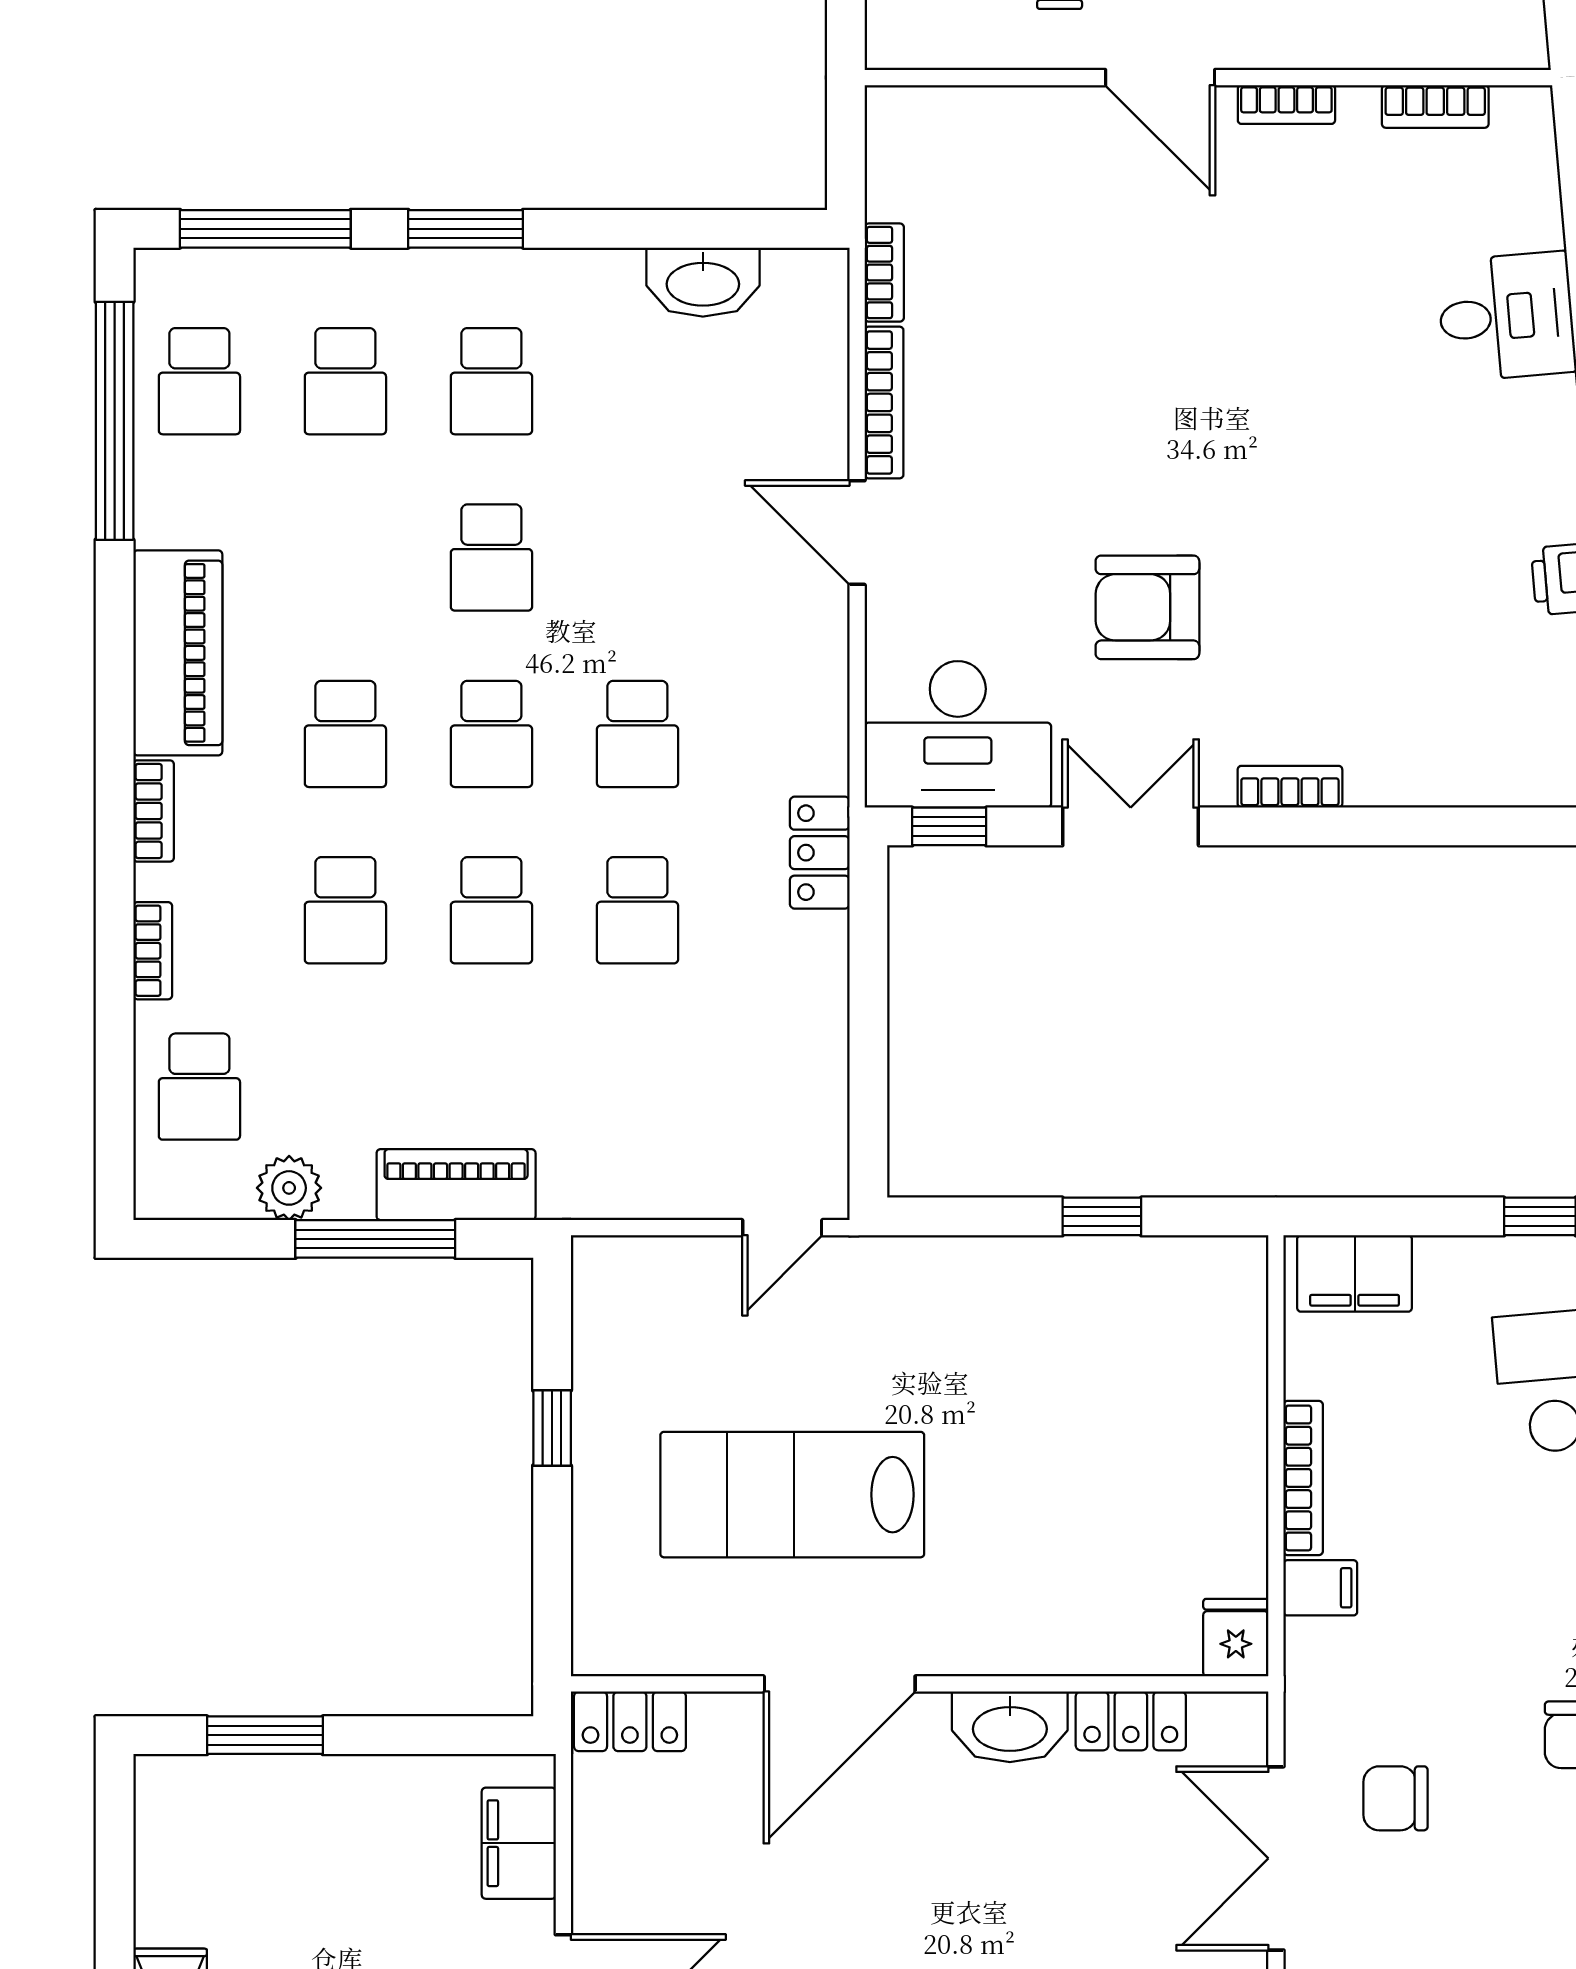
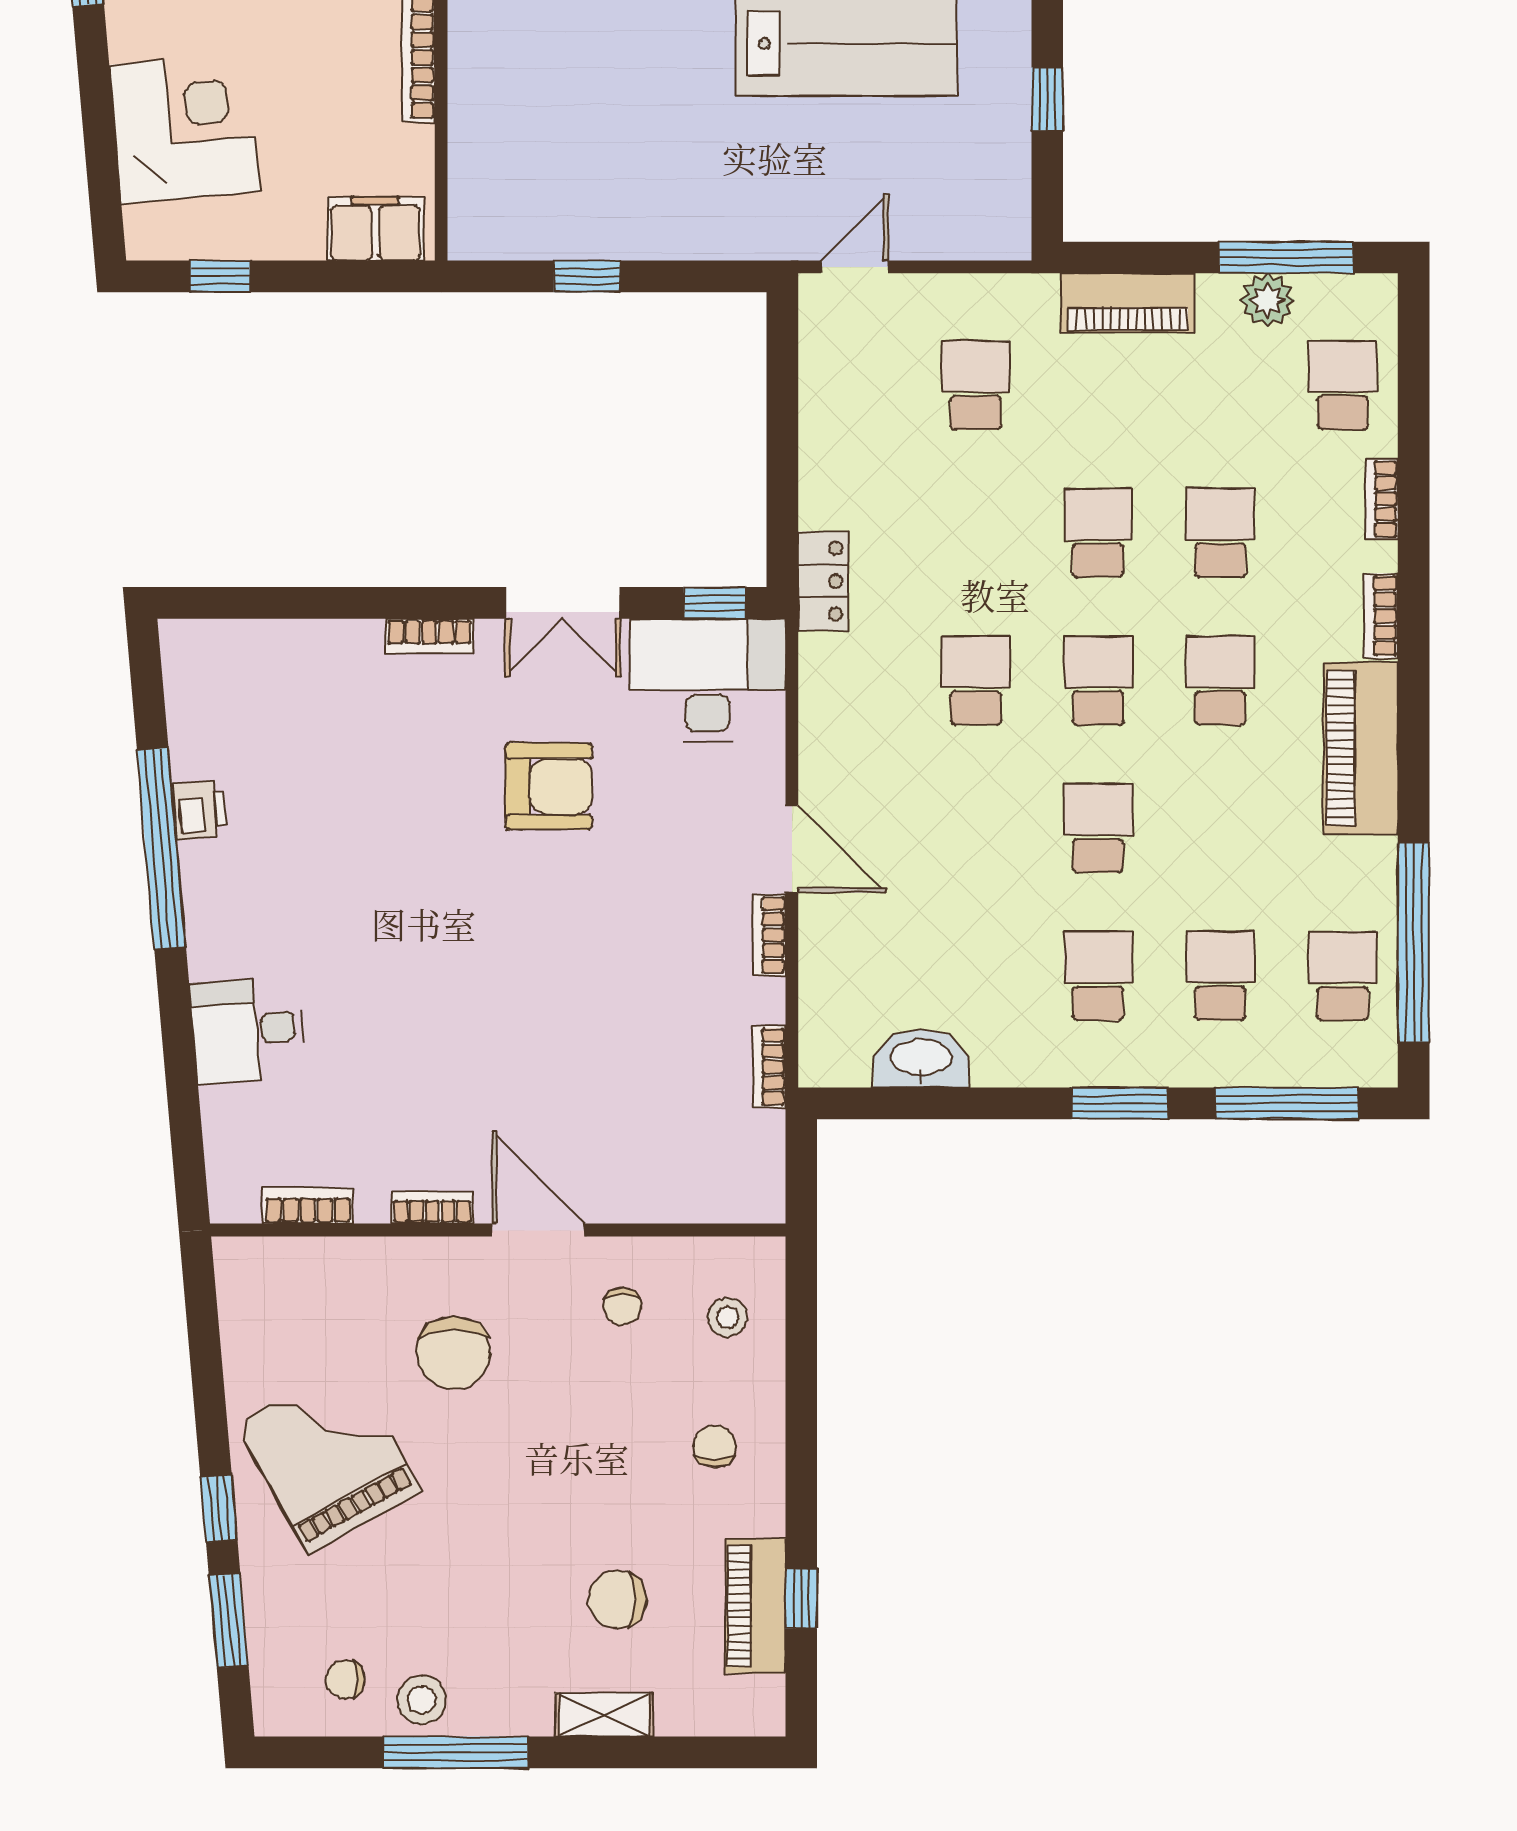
bookcase: (884, 402) -> (769, 935), width x0.64
school desk: (637, 910) -> (976, 385), moved
window: (375, 1239) -> (1286, 257), moved

